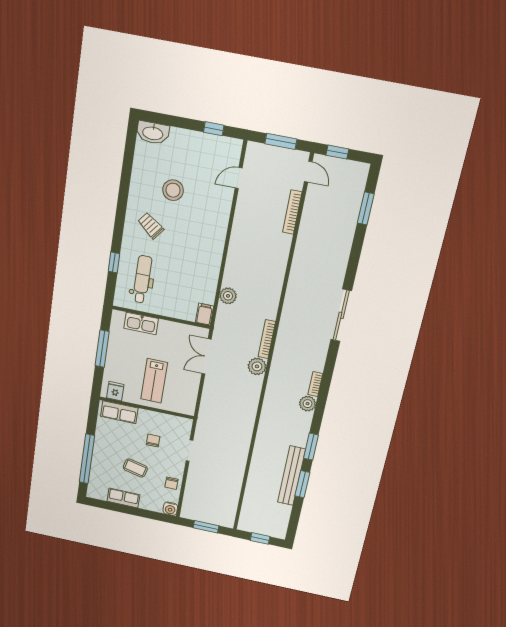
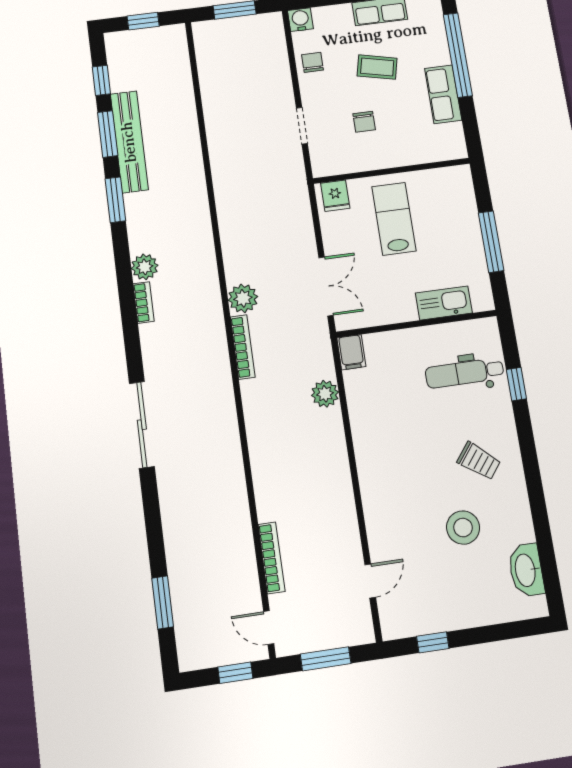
washbasin: (153, 133) -> (526, 570), moved, turned -90
dental chair: (142, 279) -> (465, 373), turned 90
fridge: (115, 391) -> (335, 196), moved
row of seats: (119, 412) -> (443, 94), moved, turned -90
window: (295, 515) -> (101, 80), added

